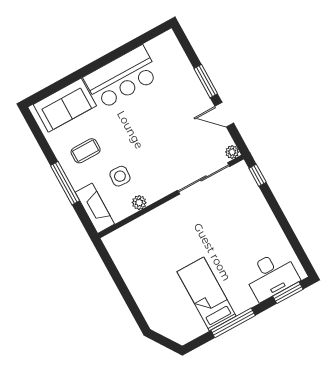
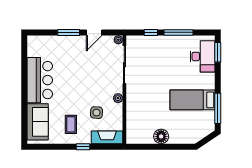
window: (258, 175) -> (151, 32), moved
window: (65, 183) -> (83, 147), width x0.46
plant: (139, 203) -> (118, 98), moved
window: (286, 226) -> (179, 32), added
floor lamp: (135, 279) -> (161, 136), added
window: (233, 323) -> (218, 108), moved

